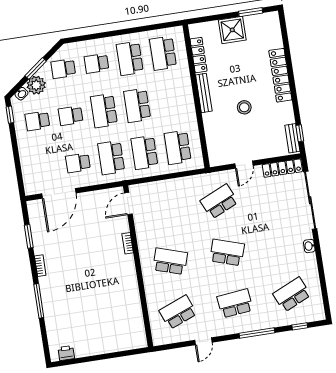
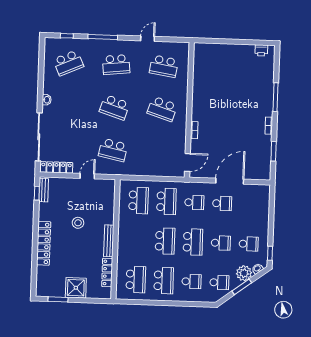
school desk: (111, 158) -> (194, 202), width x0.54
door: (59, 193) -> (230, 181), moved
school desk: (219, 202) -> (113, 150), turned 36
school desk: (178, 312) -> (164, 66), turned 30

